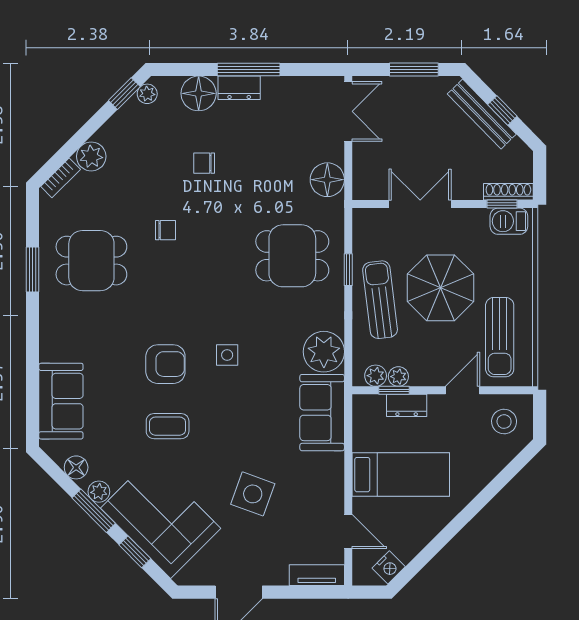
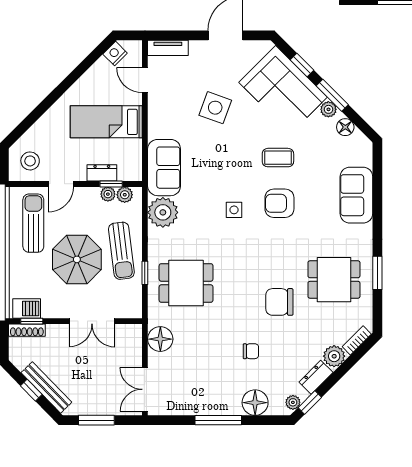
dresser: (239, 88) -> (316, 377), moved, turned -45
chair: (165, 230) -> (279, 302), width x1.87, depth x1.87
sofa: (61, 401) -> (356, 195), moved

